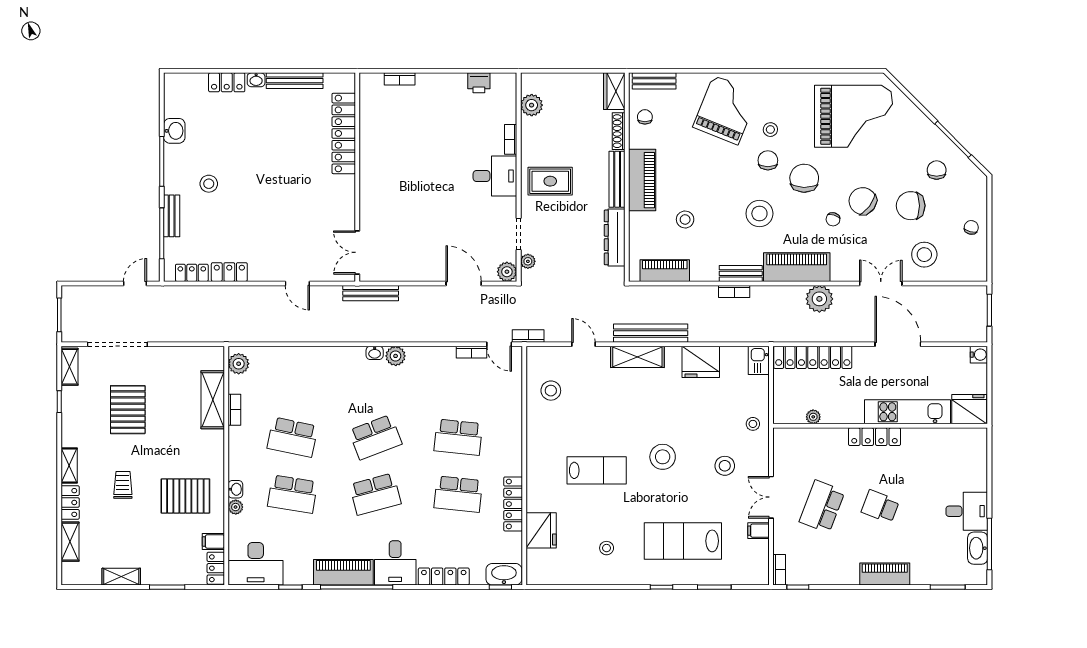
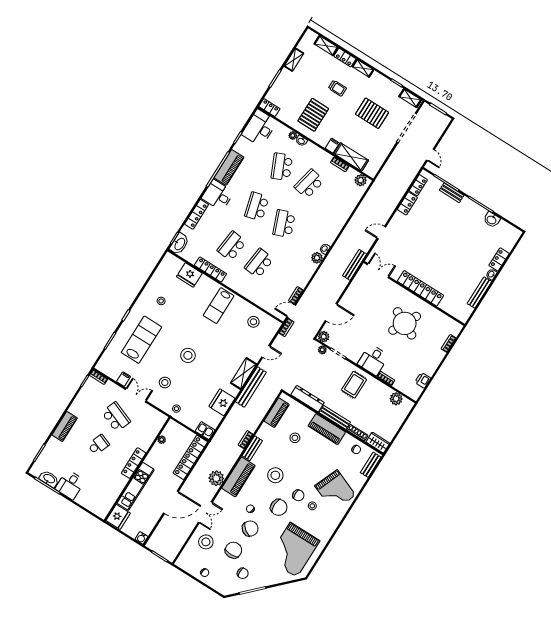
locker: (344, 133) -> (420, 288), moved
round table: (411, 163) -> (405, 323), added
stool: (209, 184) -> (456, 220), removed
lab bench: (597, 470) -> (219, 306), moved
school desk: (292, 494) -> (282, 167), turned -33
filing cabinet: (213, 541) -> (332, 146), moved

